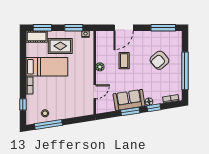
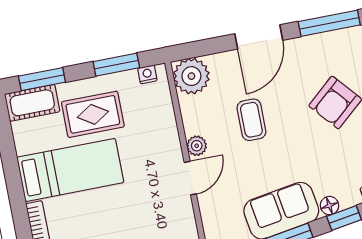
door: (124, 28) -> (259, 37), moved
plant: (103, 38) -> (191, 76), added
door: (95, 92) -> (190, 178), moved

